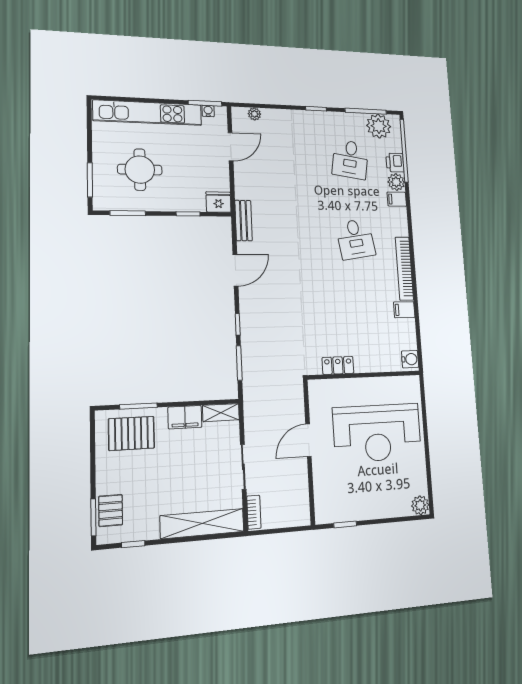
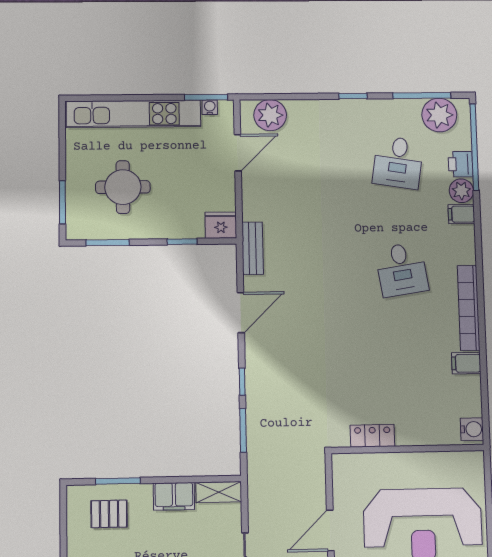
plant: (254, 114) -> (270, 115), width x1.87, depth x1.87
pallet: (131, 433) -> (109, 514), width x0.67, depth x0.71

